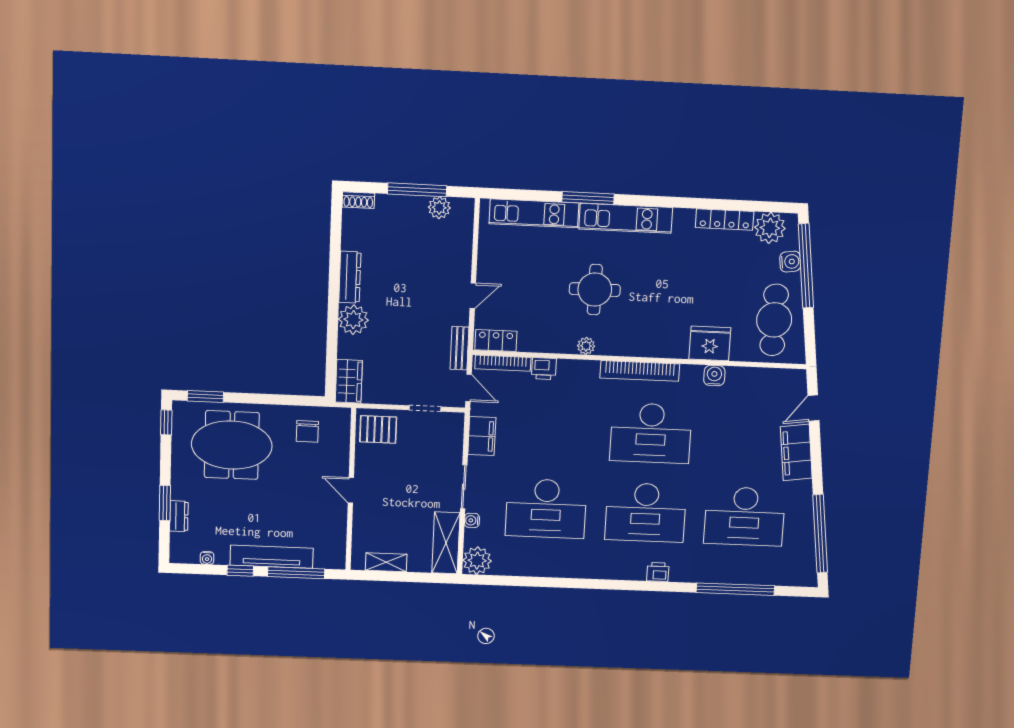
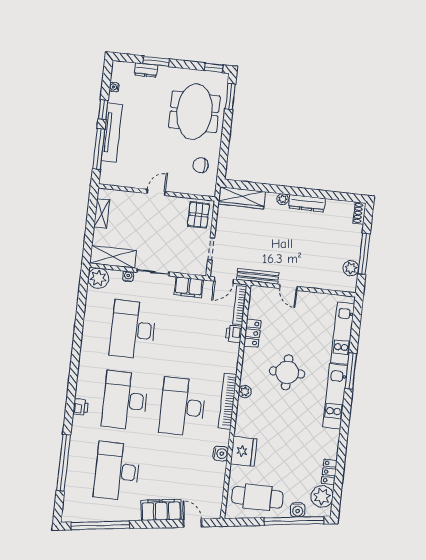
locker: (725, 220) -> (329, 472), width x0.66
plant: (353, 320) -> (283, 199), width x0.53, depth x0.53
locker: (496, 340) -> (252, 333), moved
plant: (586, 346) -> (245, 392), moved
bench: (459, 348) -> (258, 276), width x1.36
wardrobe: (349, 381) -> (242, 198), width x1.50

